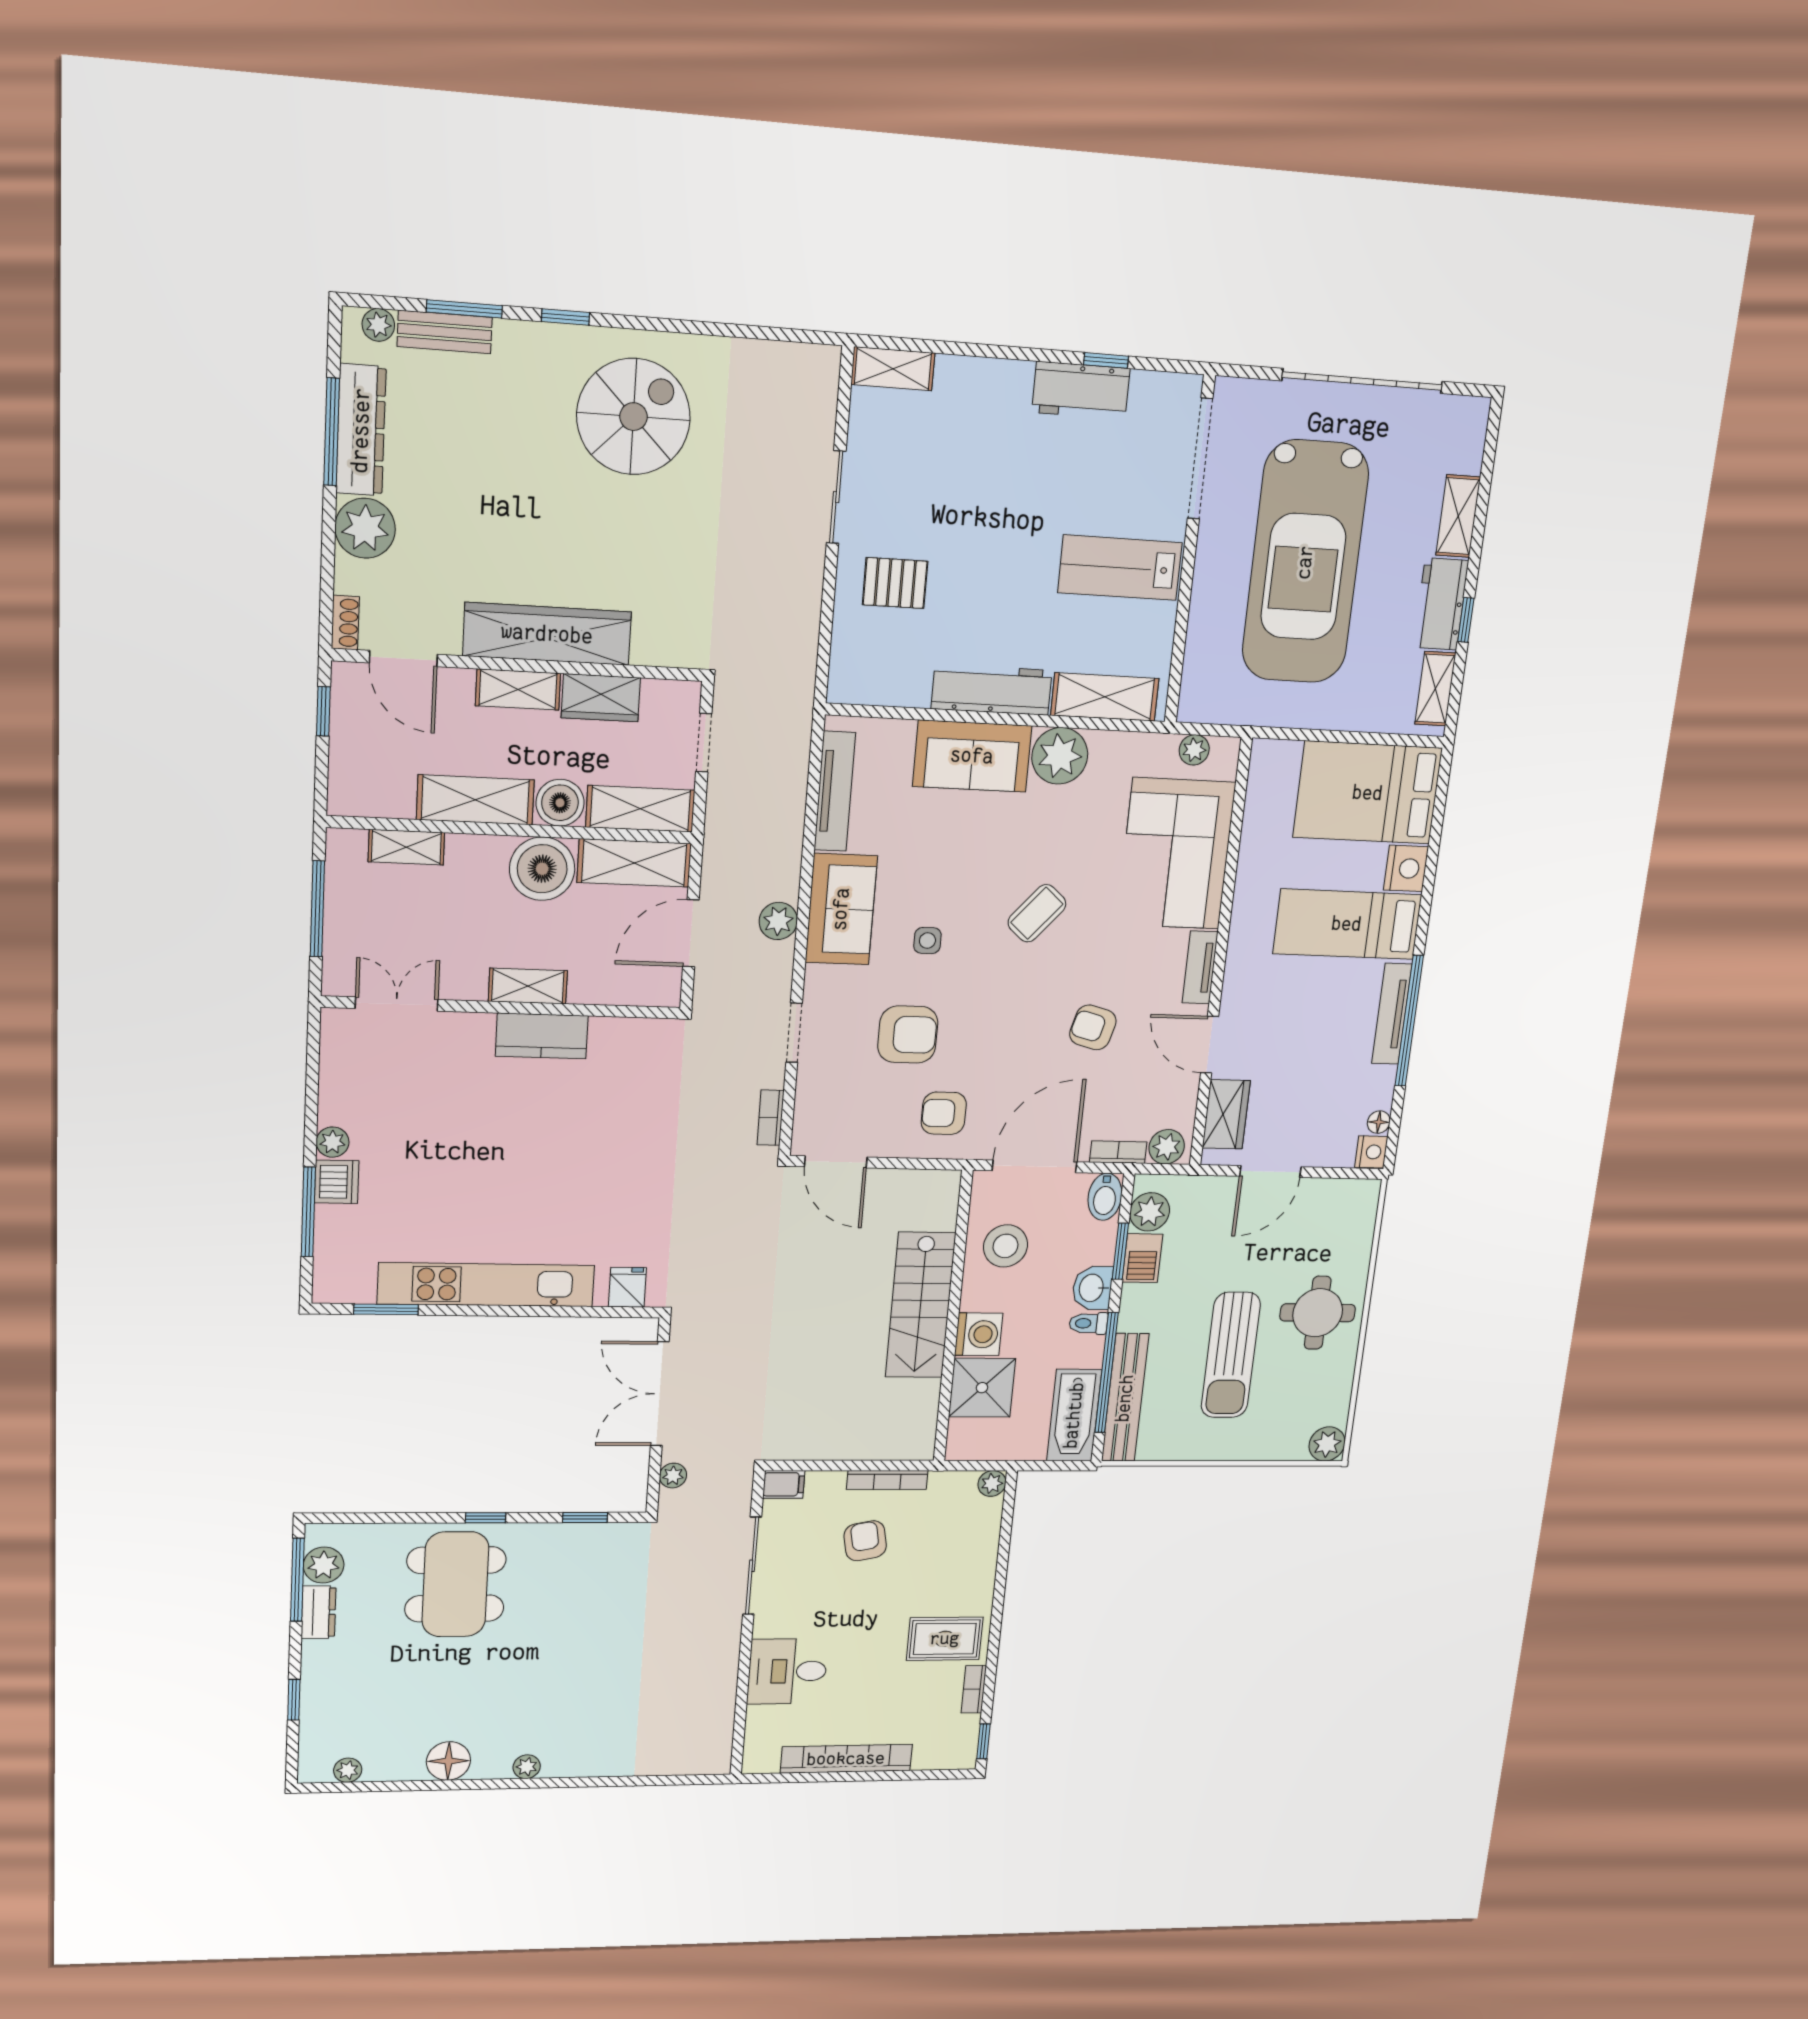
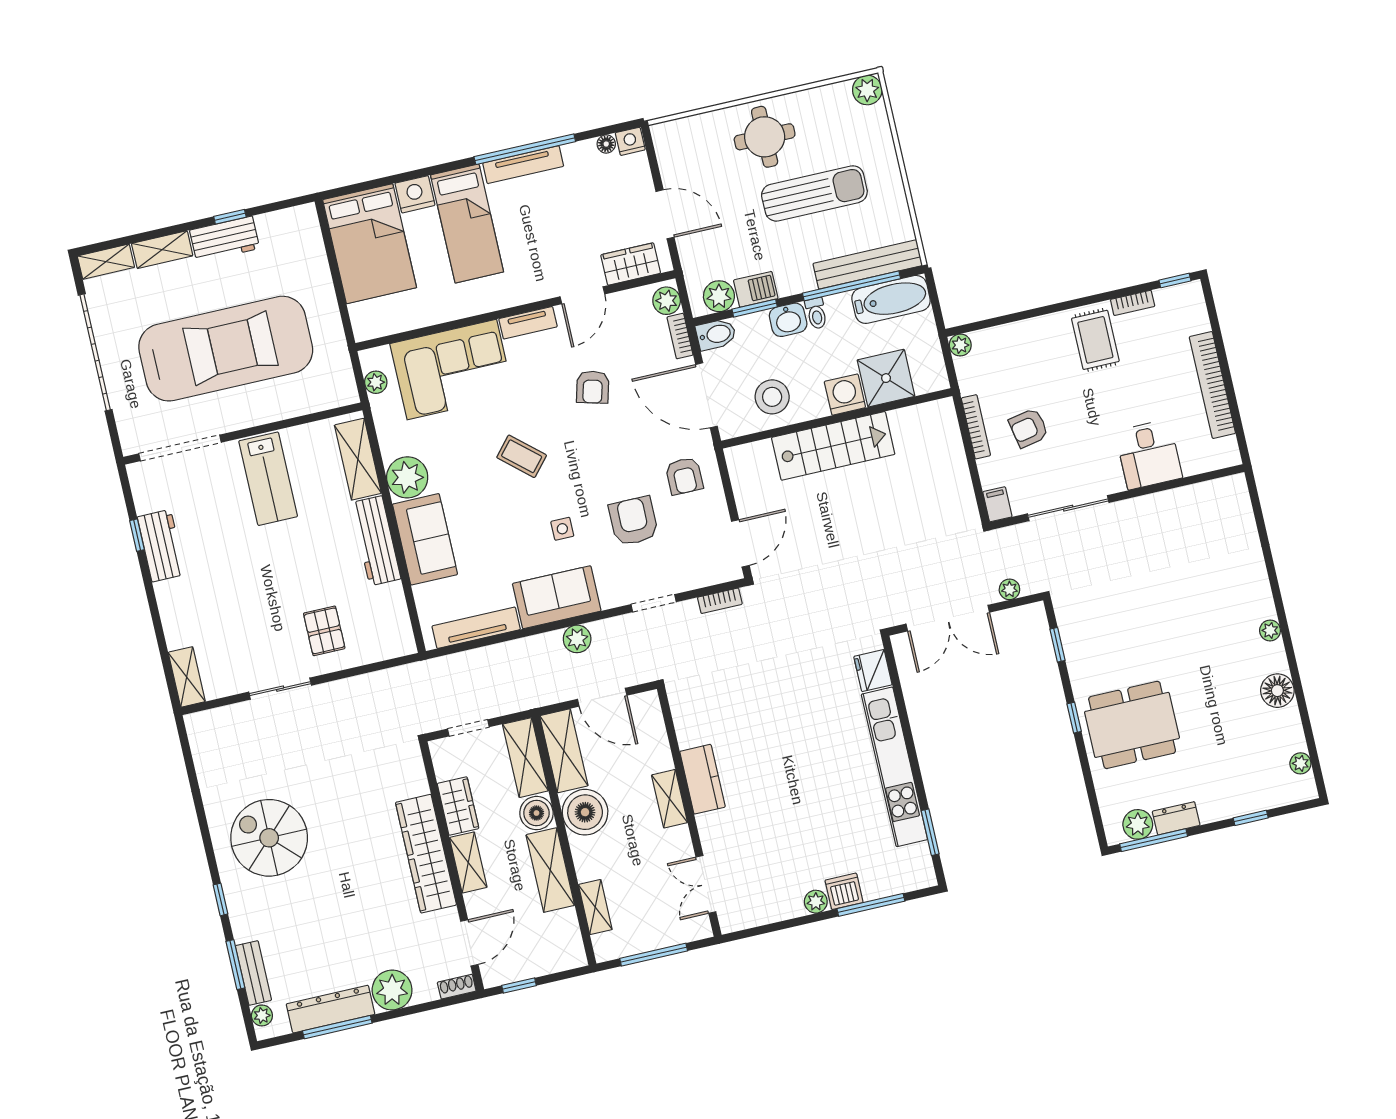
shelving: (1435, 689) -> (106, 262), moved
fridge: (627, 1287) -> (873, 671), width x1.38

